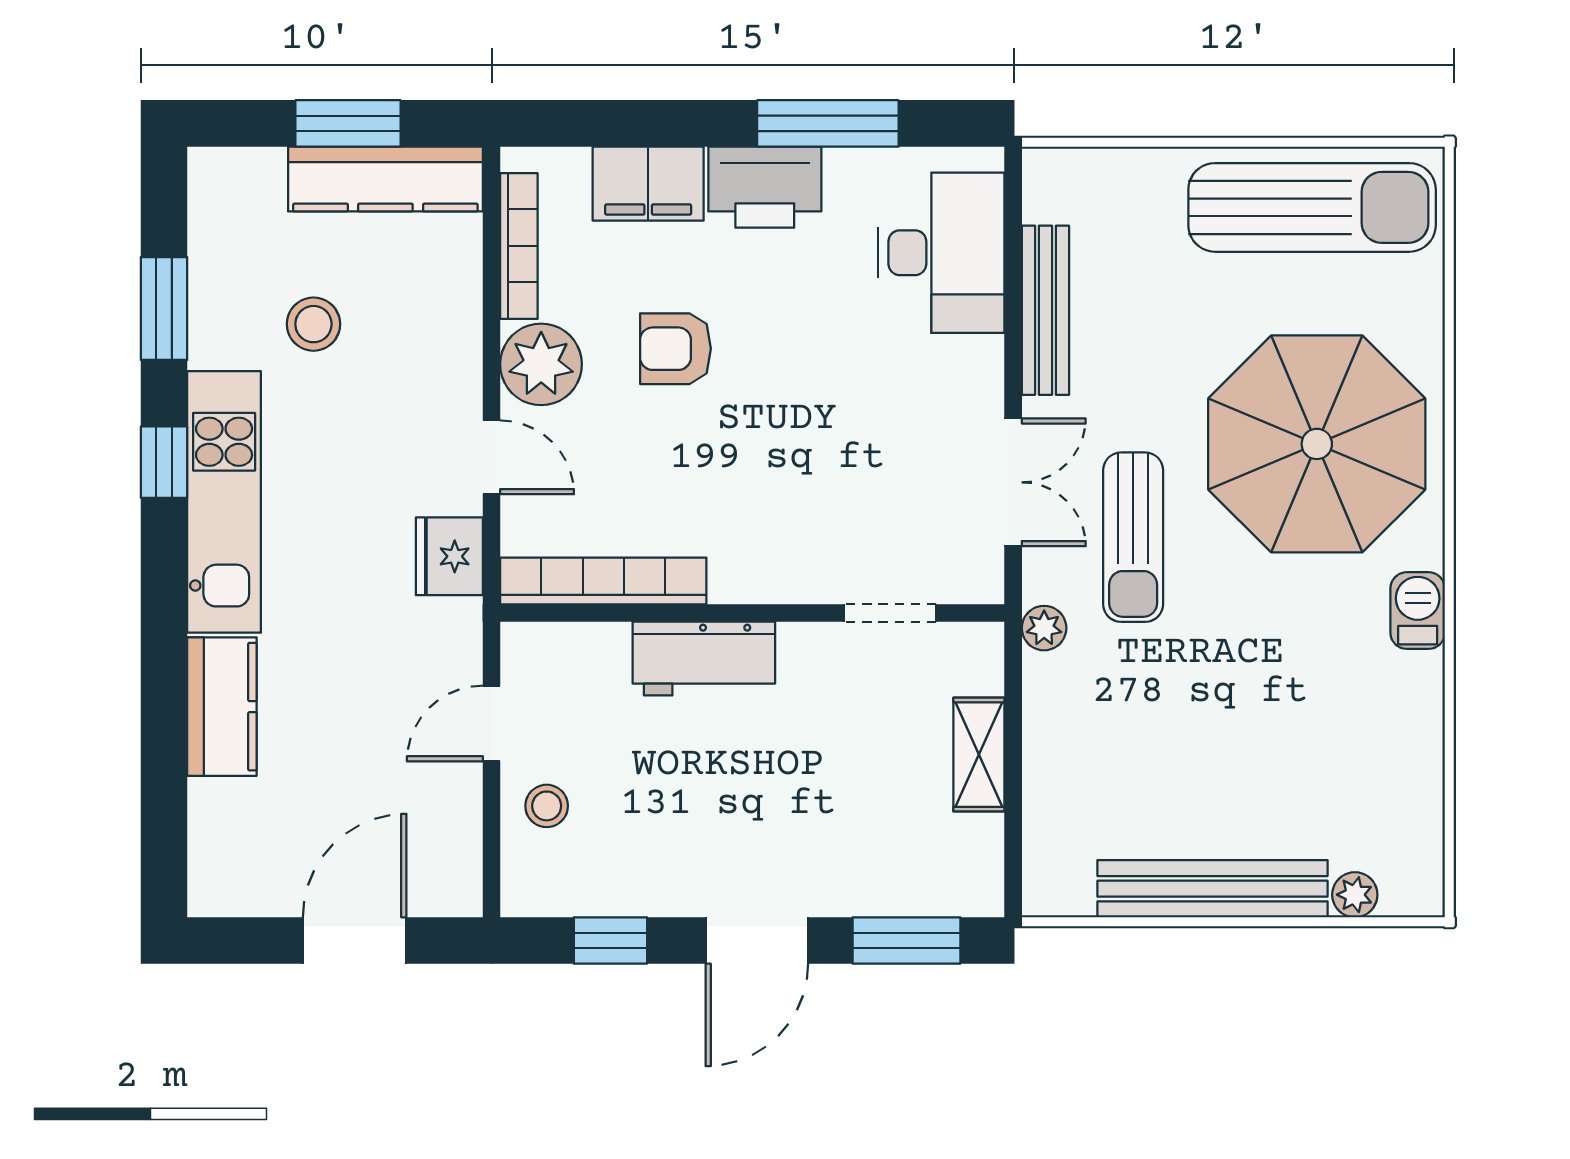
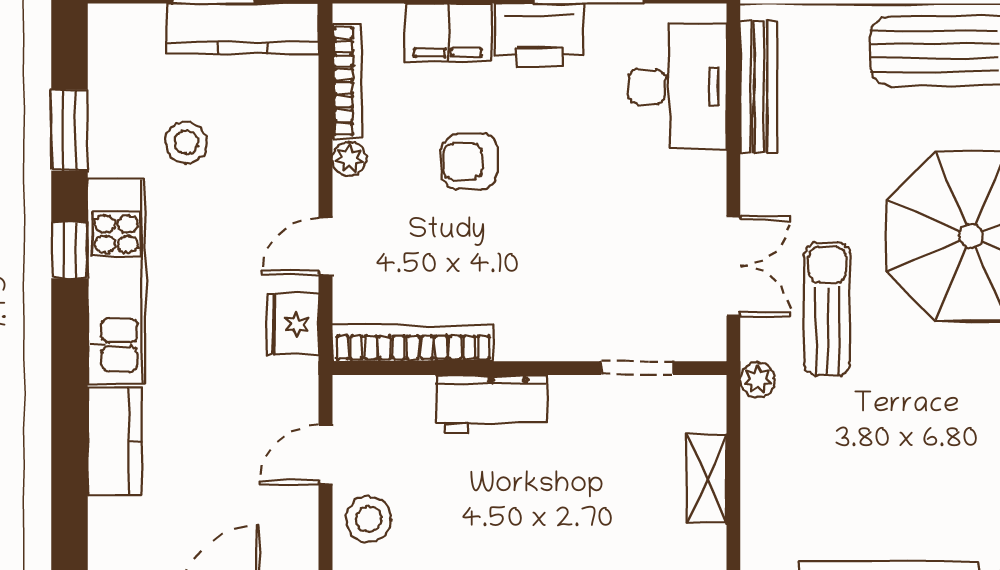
bench: (1045, 310) -> (759, 87), moved
plant: (541, 364) -> (349, 159), width x0.53, depth x0.53
door: (491, 457) -> (326, 246), swing flipped
sun lounger: (1133, 537) -> (827, 309), turned 180
stool: (547, 806) -> (369, 519), width x1.37, depth x1.37

